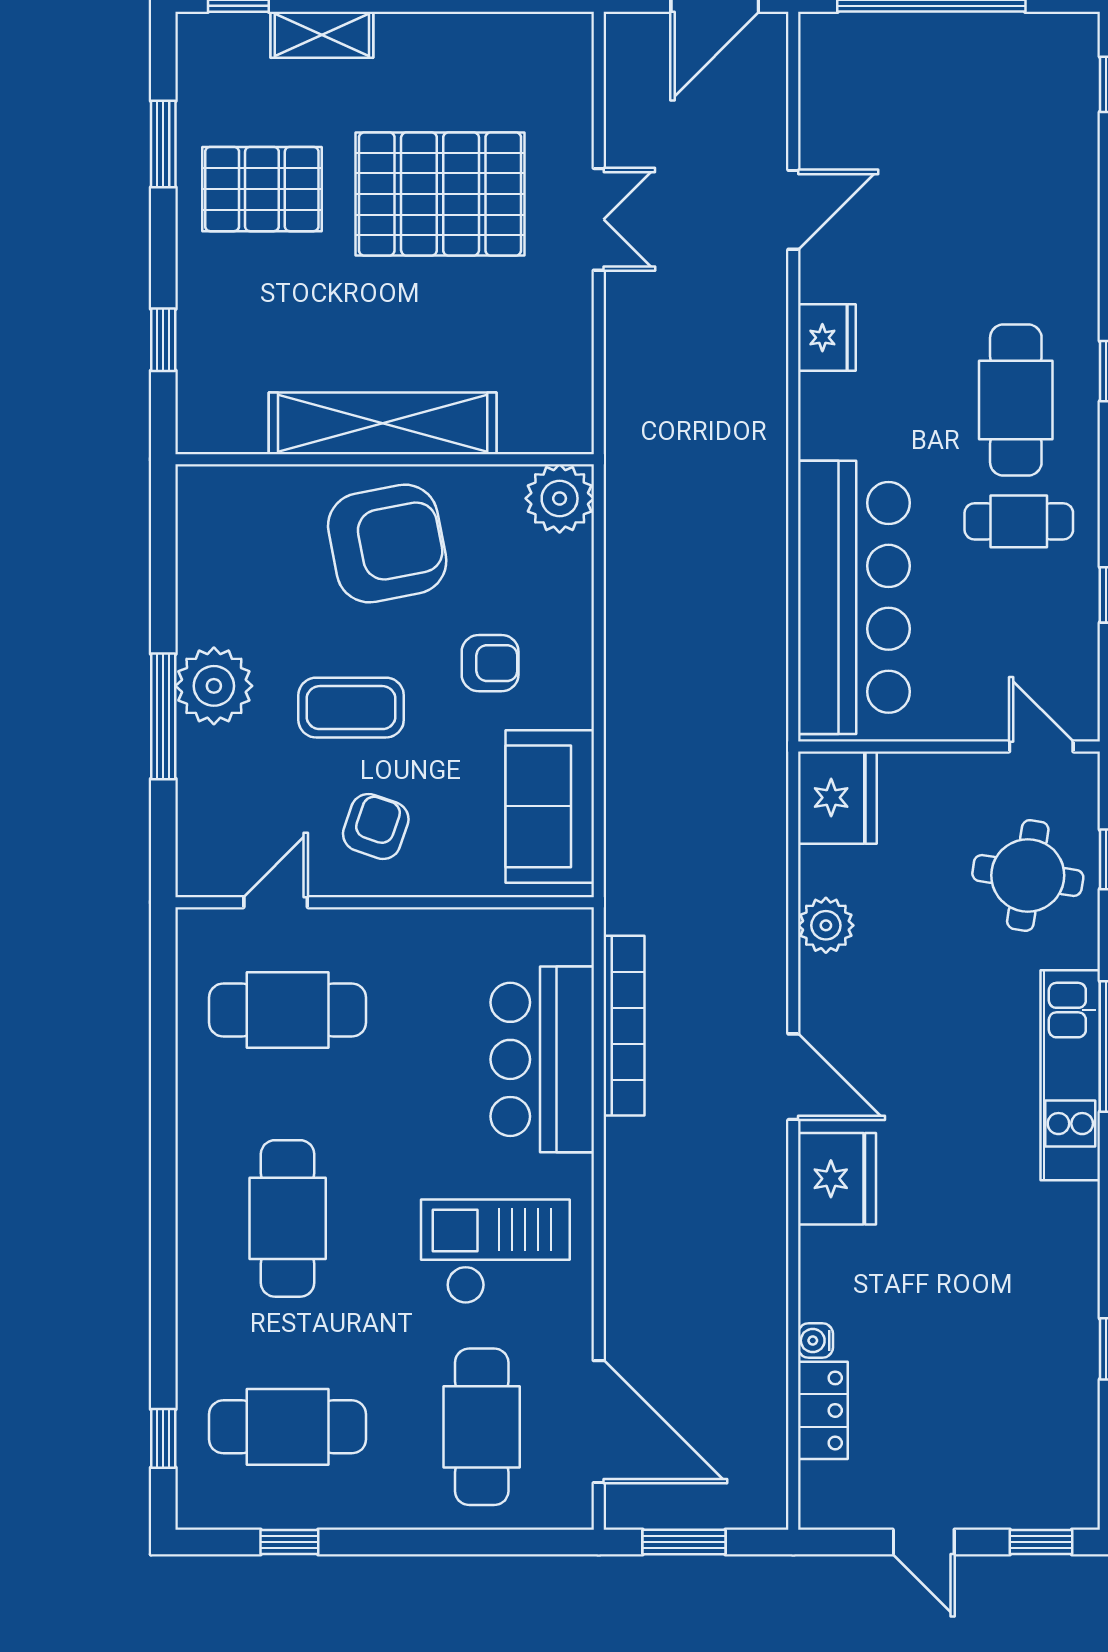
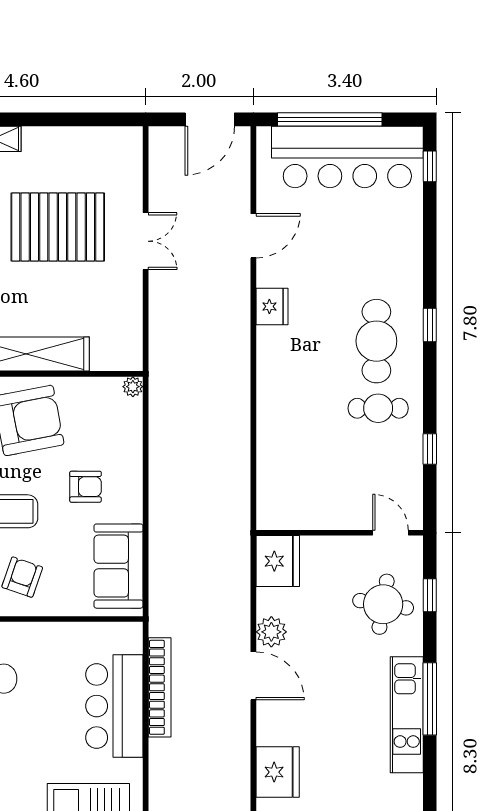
plant: (560, 498) -> (133, 387), width x0.53, depth x0.53
bar counter: (854, 597) -> (347, 157), moved, turned 90
door: (793, 1077) -> (253, 676), moved

